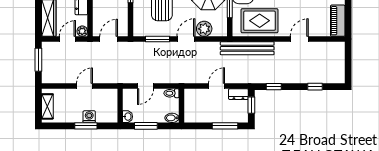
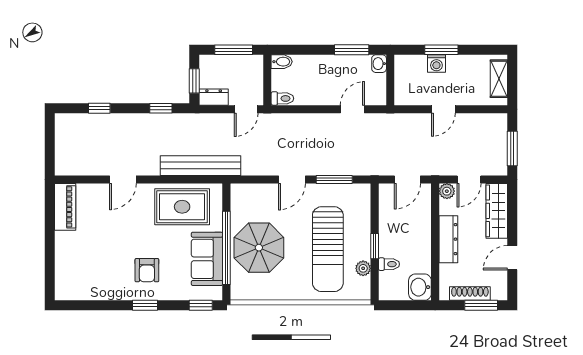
plant: (204, 29) -> (265, 195), removed
toilet: (171, 93) -> (282, 98), moved
wall: (182, 106) -> (267, 80), moved
bidet: (172, 118) -> (282, 62), moved

